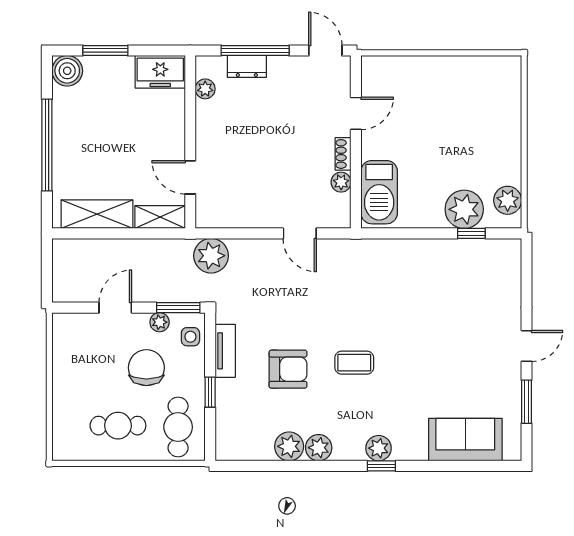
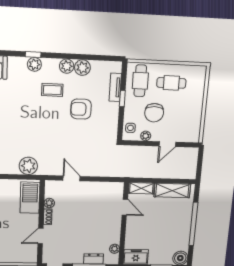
plant: (211, 256) -> (28, 166), moved
window: (178, 308) -> (136, 143), removed
tv unit: (225, 351) -> (115, 87), moved
coffee table: (354, 363) -> (52, 90), moved

